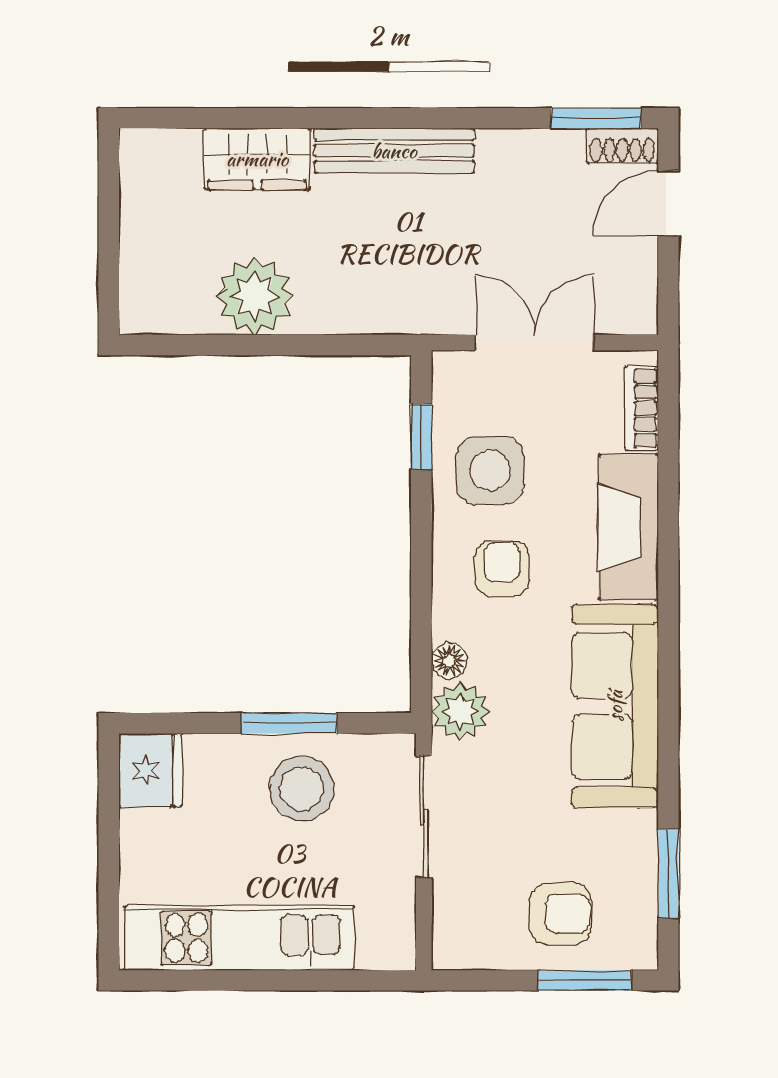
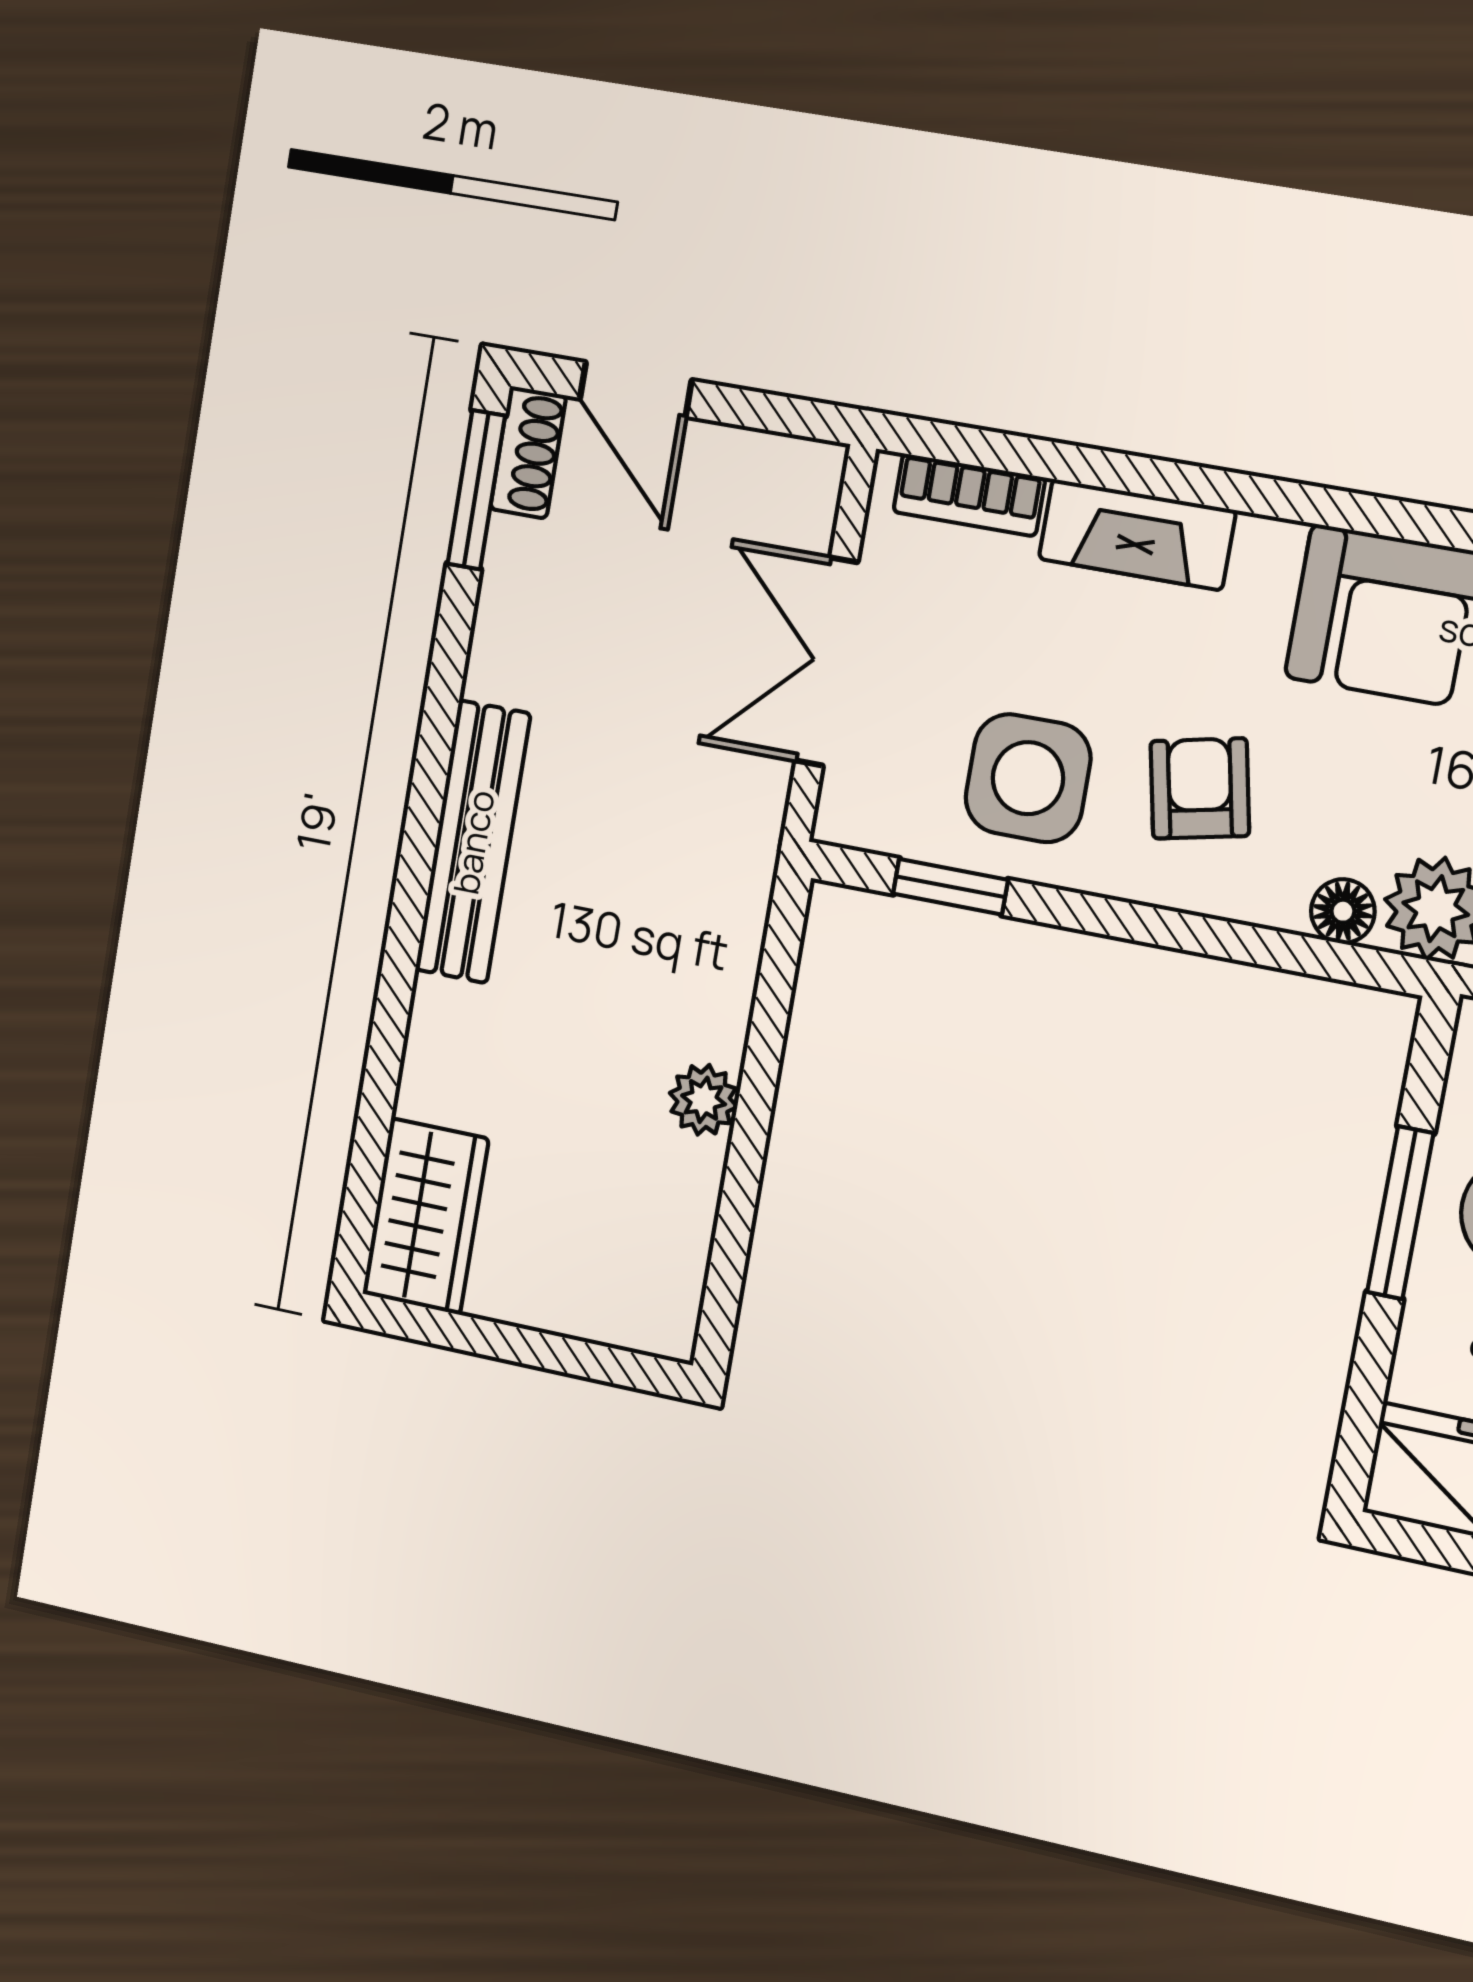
wardrobe: (257, 159) -> (425, 1216), moved
plant: (255, 296) -> (703, 1100), width x0.53, depth x0.53
fireplace: (628, 527) -> (1137, 535), width x0.73, depth x0.76
armchair: (502, 568) -> (1200, 788), turned 78

